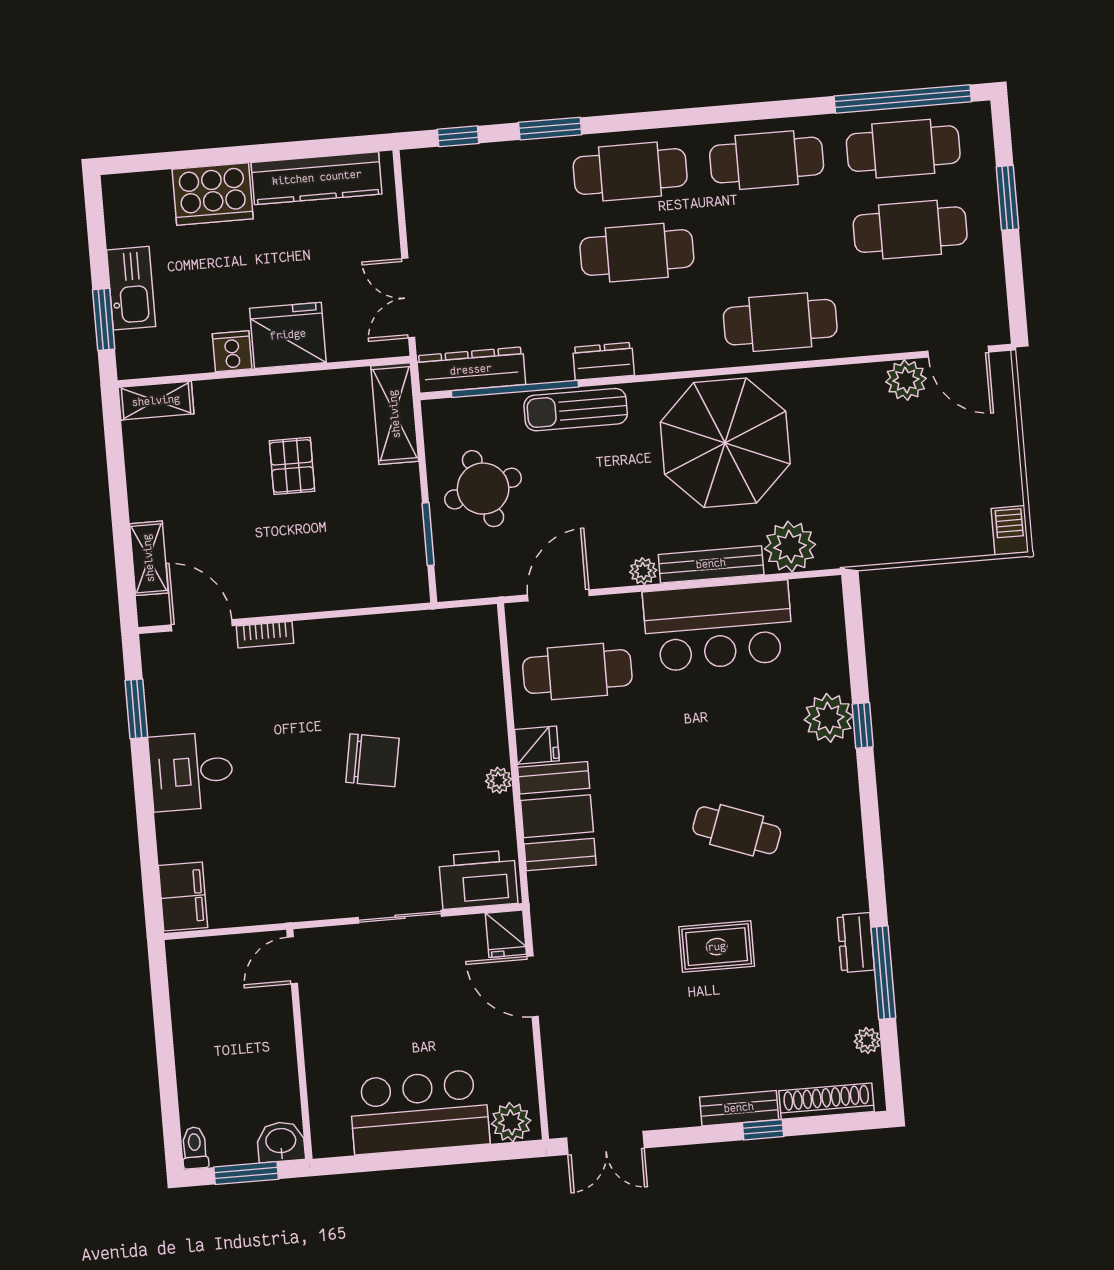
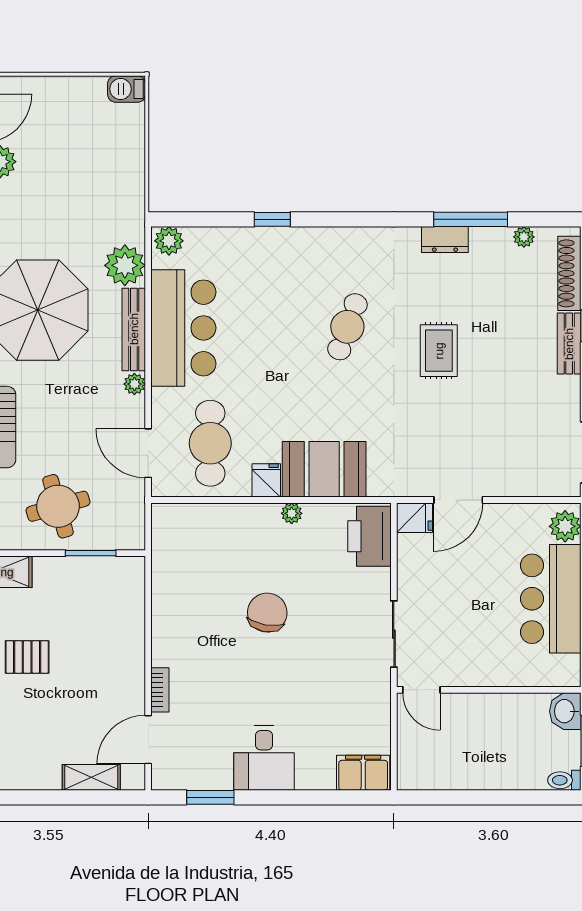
plant: (829, 718) -> (169, 241), moved, width x0.73, depth x0.73
sliding door: (400, 917) -> (394, 634), moved

